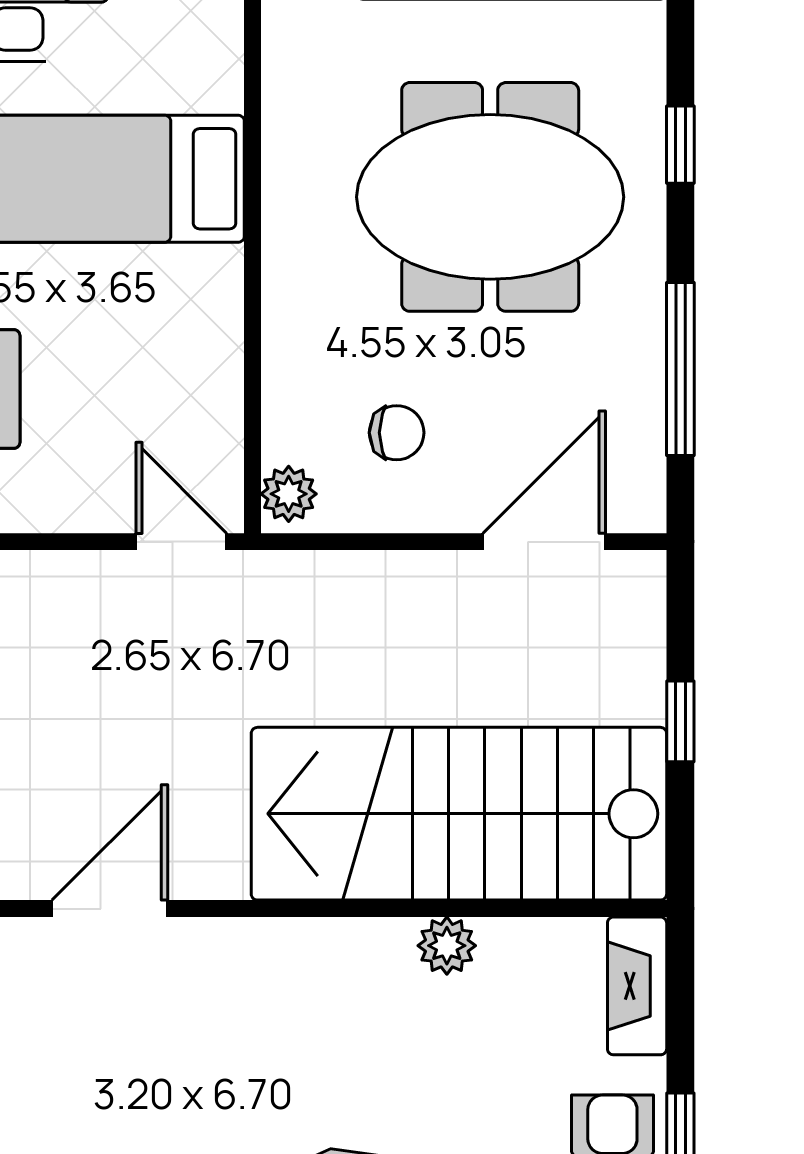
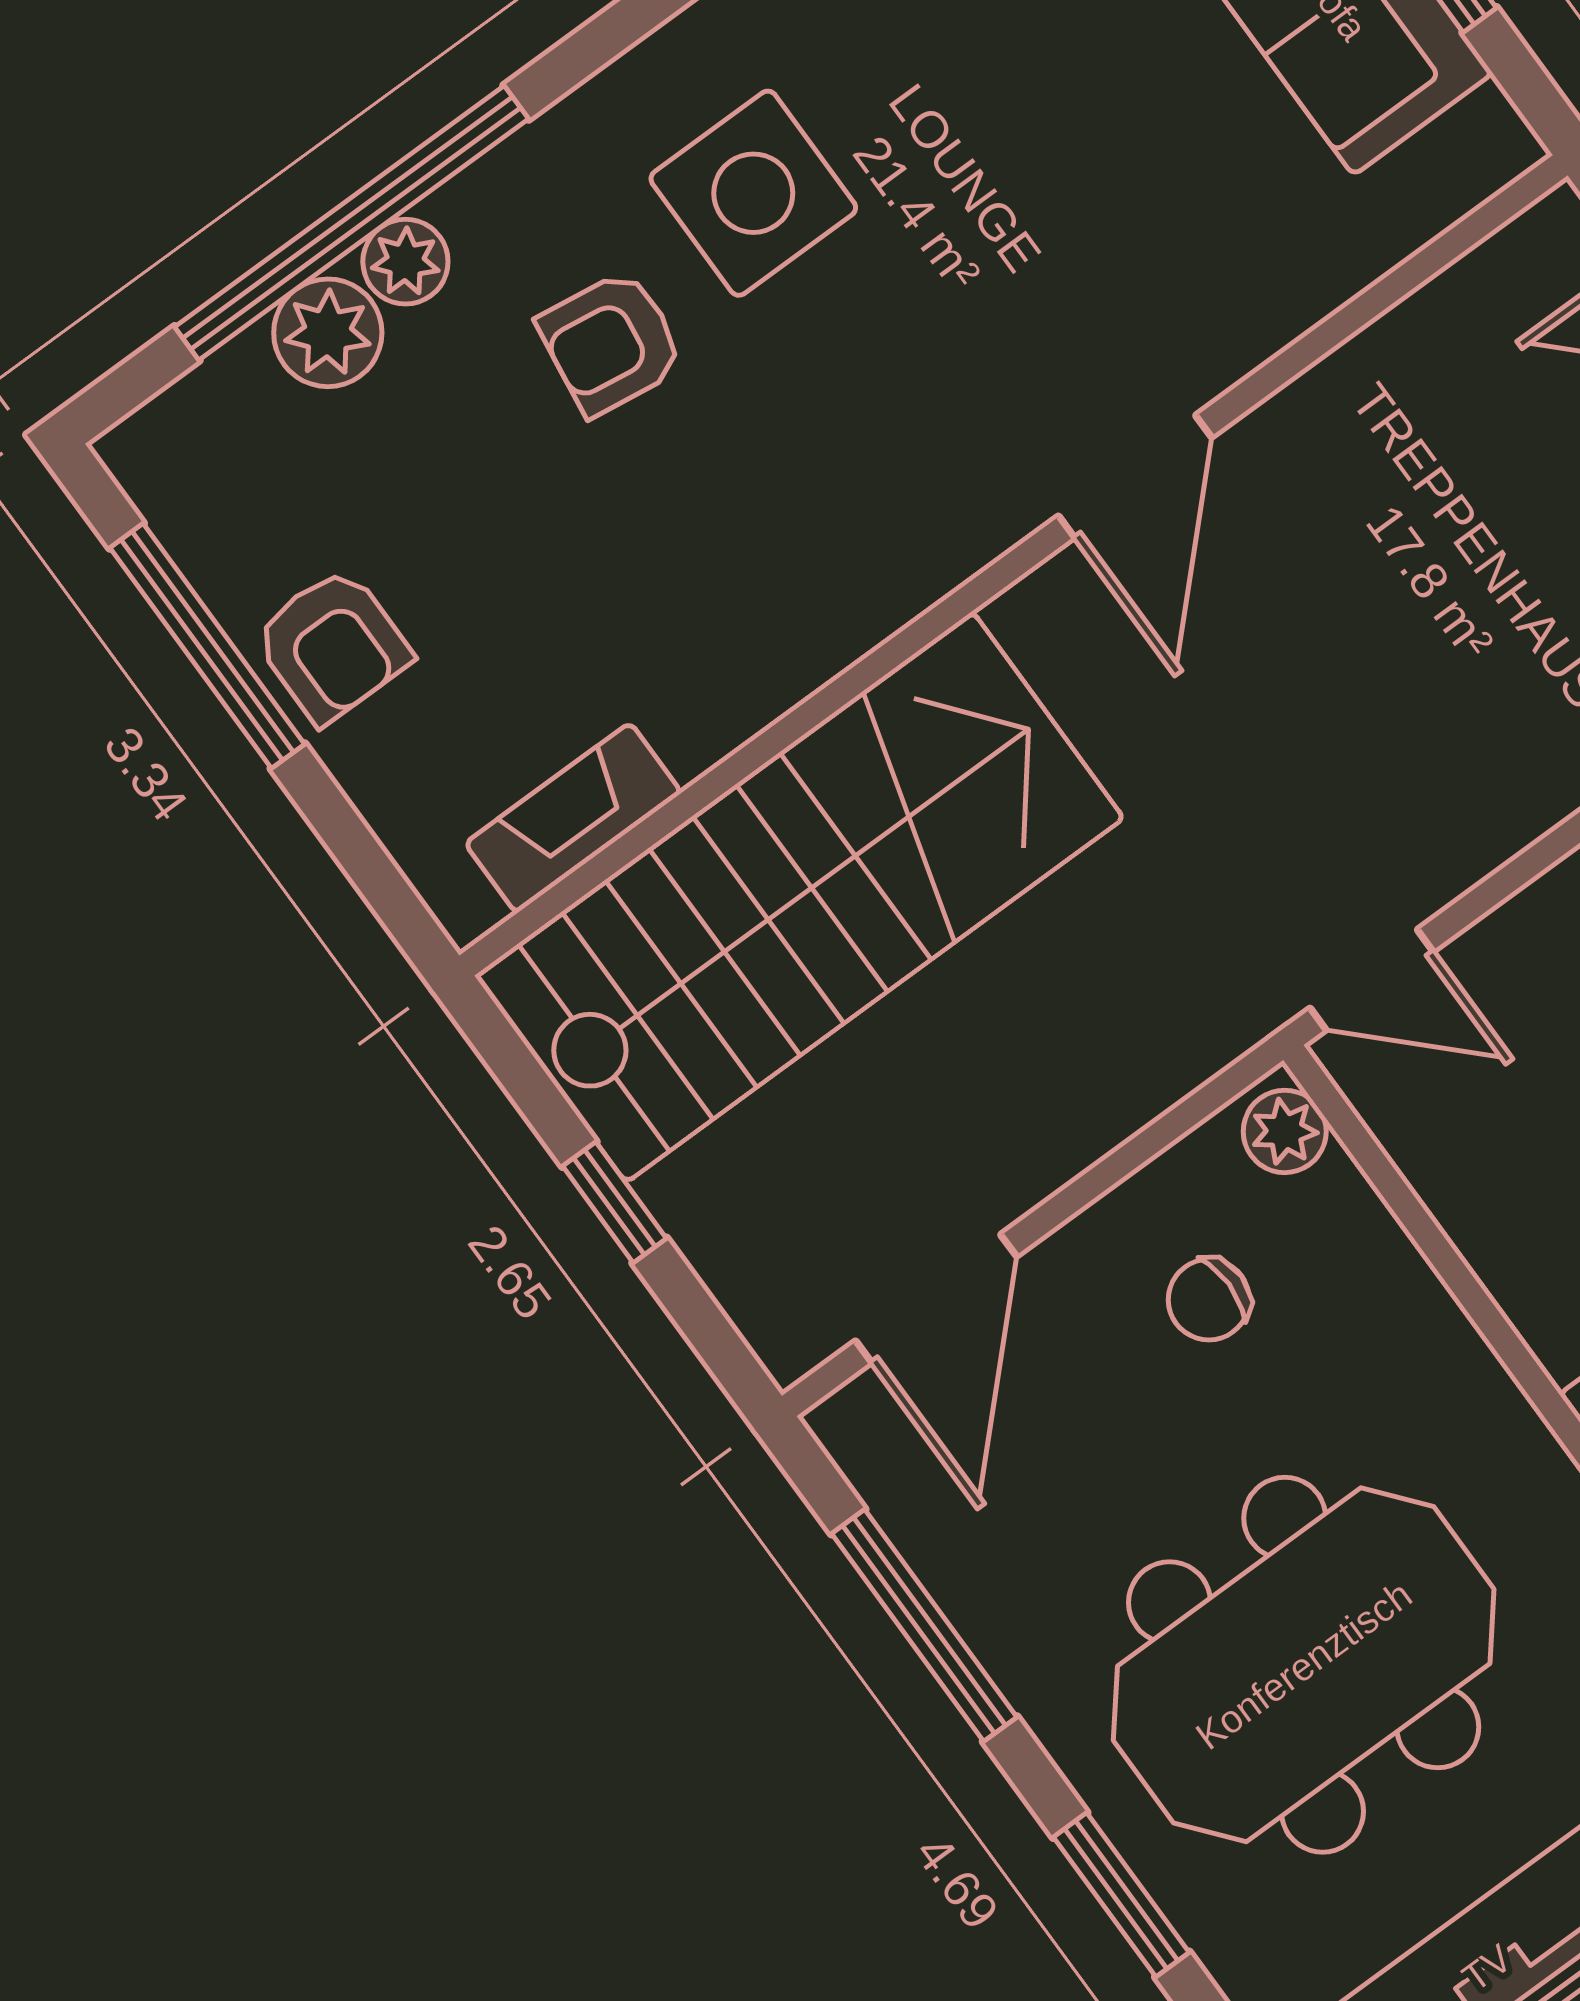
window: (680, 145) -> (1121, 1895), width x1.50
plant: (447, 946) -> (698, 728), removed
fireplace: (637, 986) -> (573, 818), moved, turned -90

